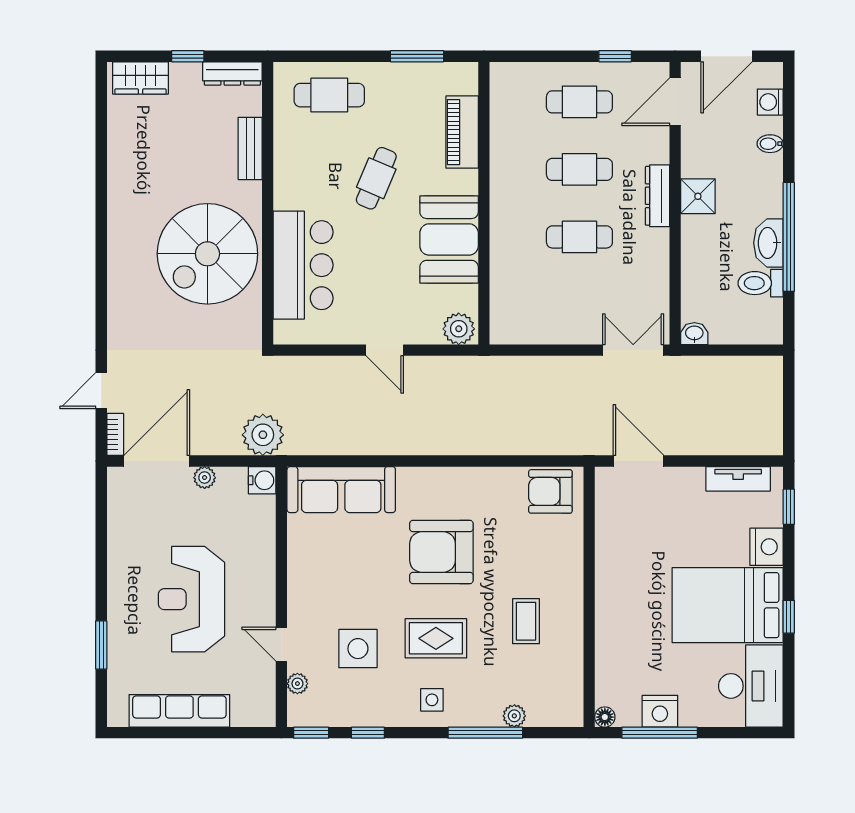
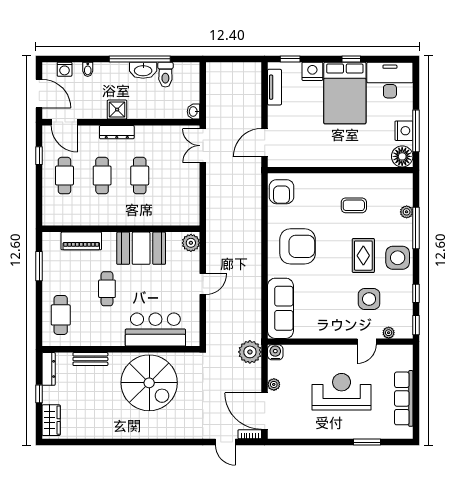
cafe table: (376, 178) -> (107, 289), turned 67
armchair: (441, 552) -> (298, 246), moved, turned -90
reception desk: (191, 599) -> (342, 392), turned 180
side table: (432, 700) -> (398, 258), width x1.87, depth x1.87
floor lamp: (605, 717) -> (402, 156), width x1.89, depth x1.89

